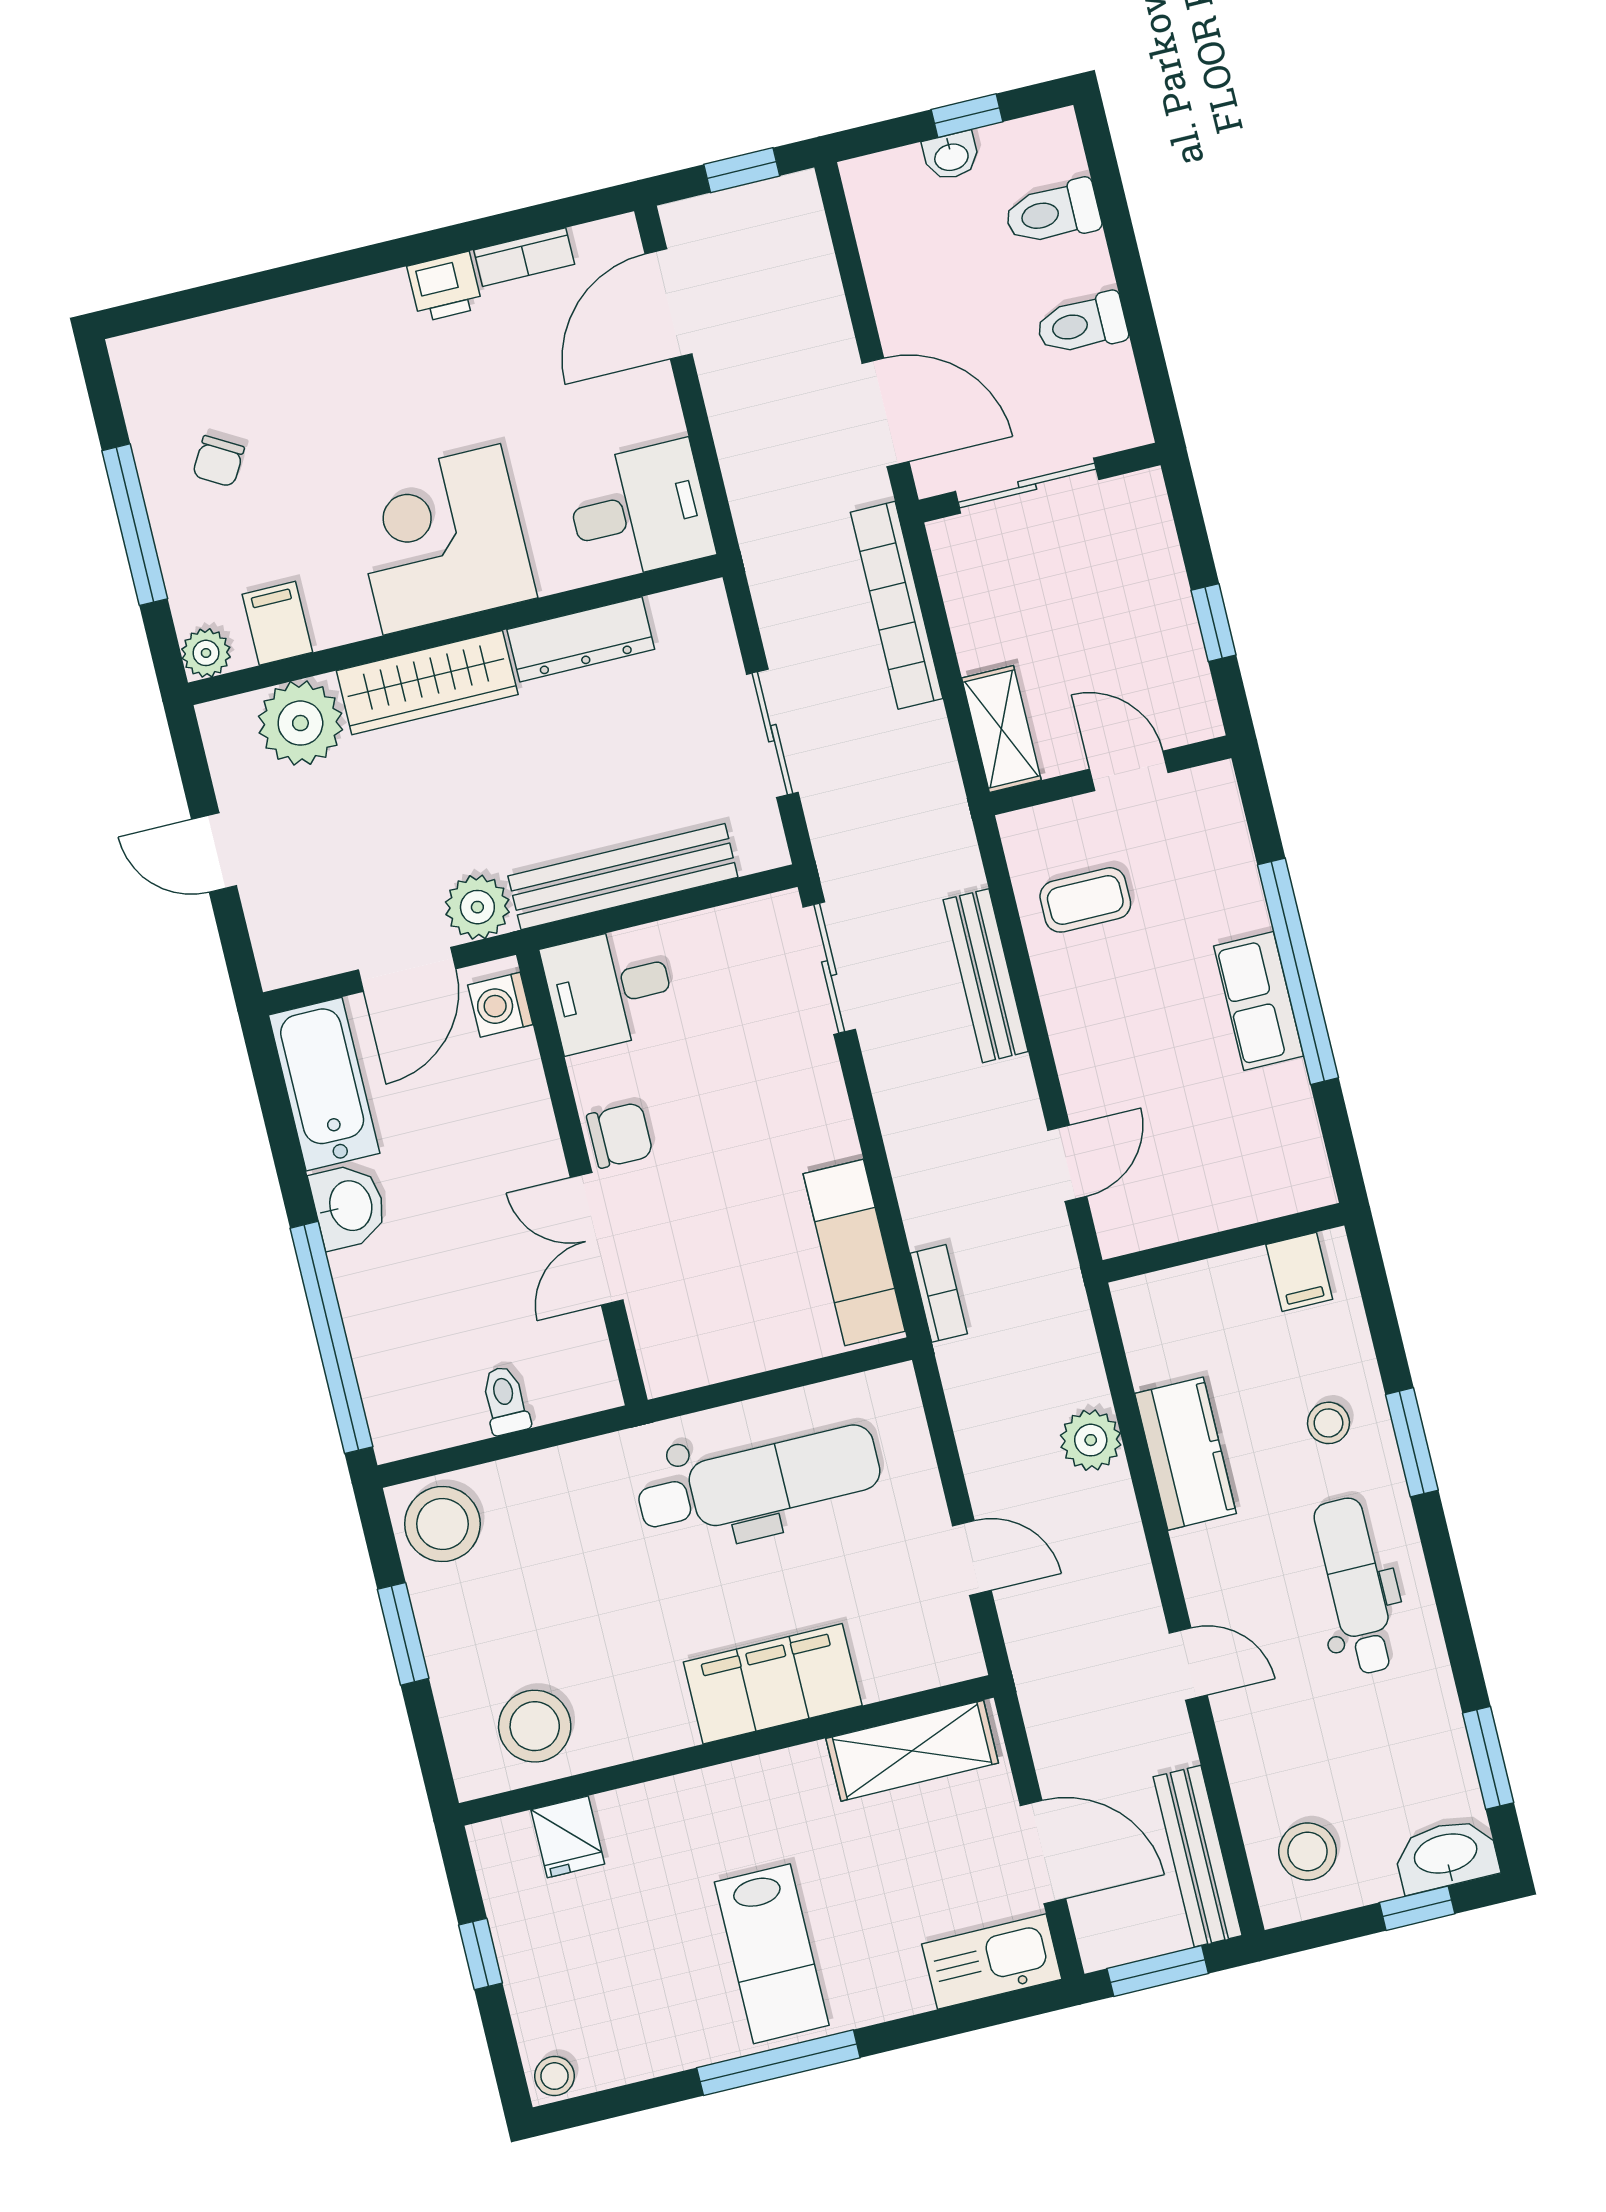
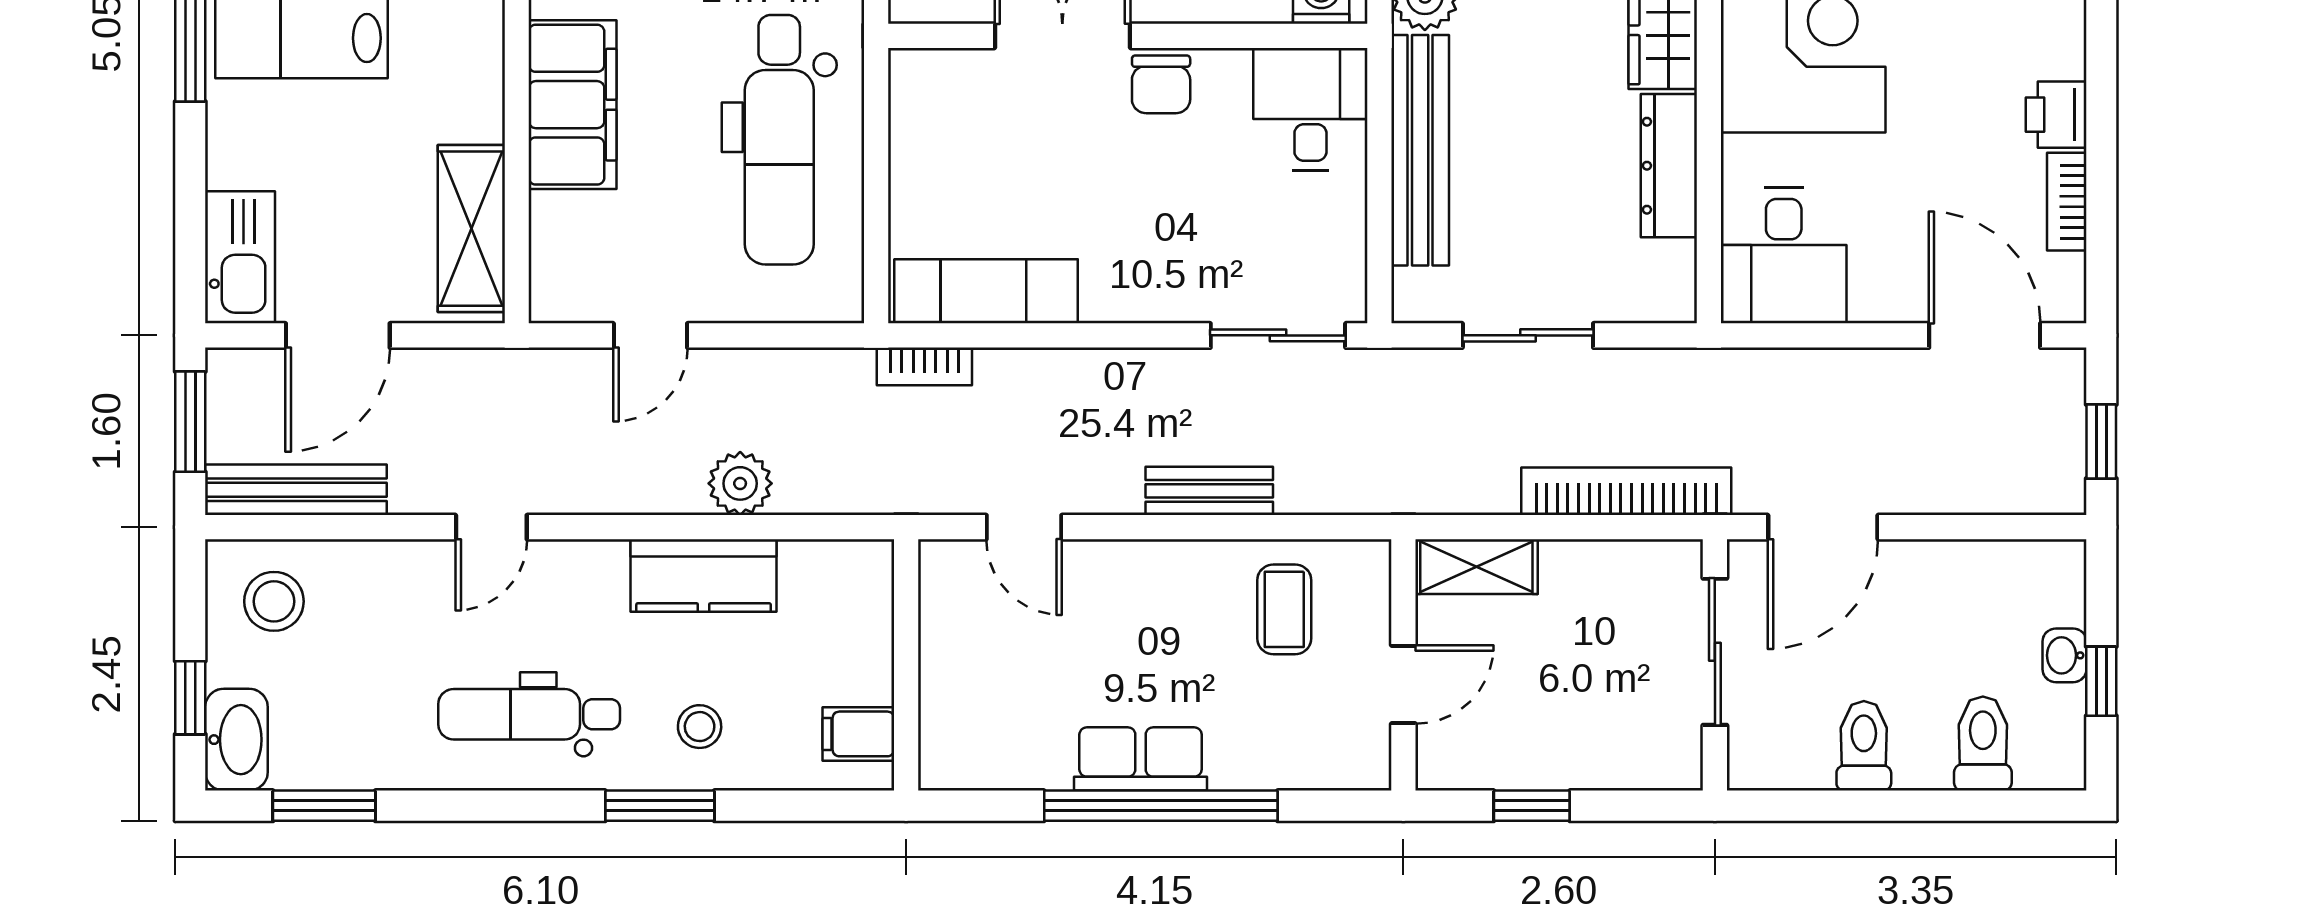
bench: (986, 976) -> (1209, 491), width x0.73
dental chair: (1356, 1586) -> (529, 714), turned 180

